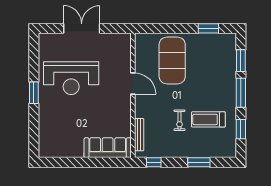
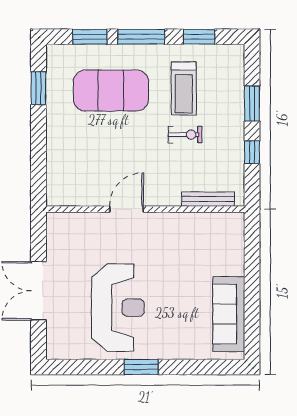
exercise mat: (172, 60) -> (111, 91), moved
sofa: (108, 148) -> (229, 314), moved
window: (154, 162) -> (252, 152), moved

